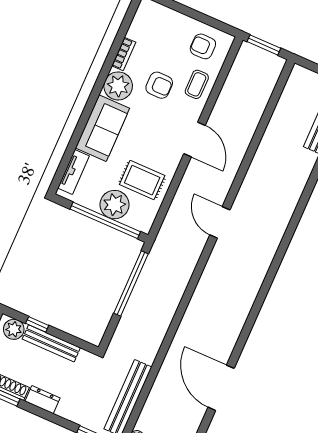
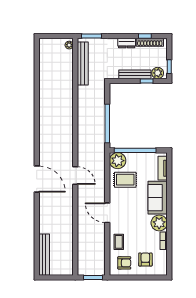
armchair: (159, 85) -> (145, 259), moved, turned 90
plant: (114, 205) -> (118, 161), moved
door: (221, 388) -> (37, 179), moved

